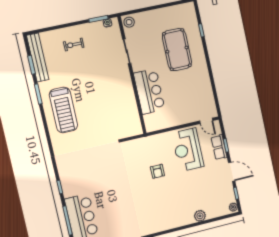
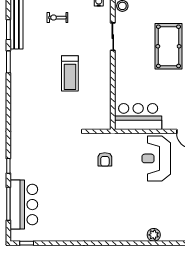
bar counter: (149, 91) -> (138, 117), moved, turned -90
treadmill: (63, 110) -> (70, 73), moved, width x0.73, depth x0.73
armchair: (157, 171) -> (105, 159), moved

